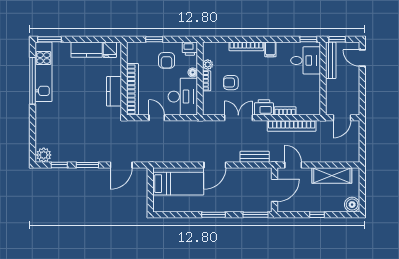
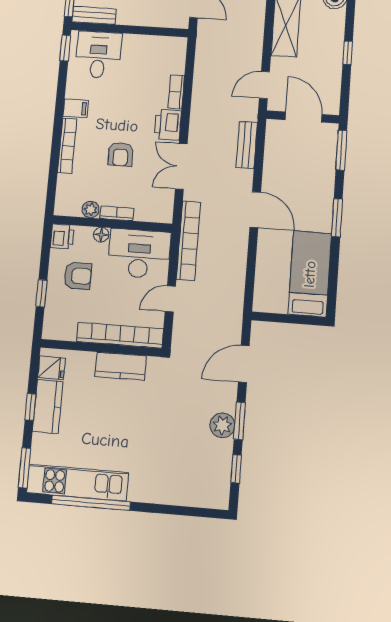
window: (86, 39) -> (30, 407), added
bench: (331, 60) -> (94, 15), width x0.73
armchair: (231, 83) -> (121, 154), moved
bookcase: (292, 126) -> (188, 241), moved
plant: (44, 155) -> (222, 425), moved
door: (121, 165) -> (244, 364), swing flipped
bed: (178, 184) -> (310, 274), moved

